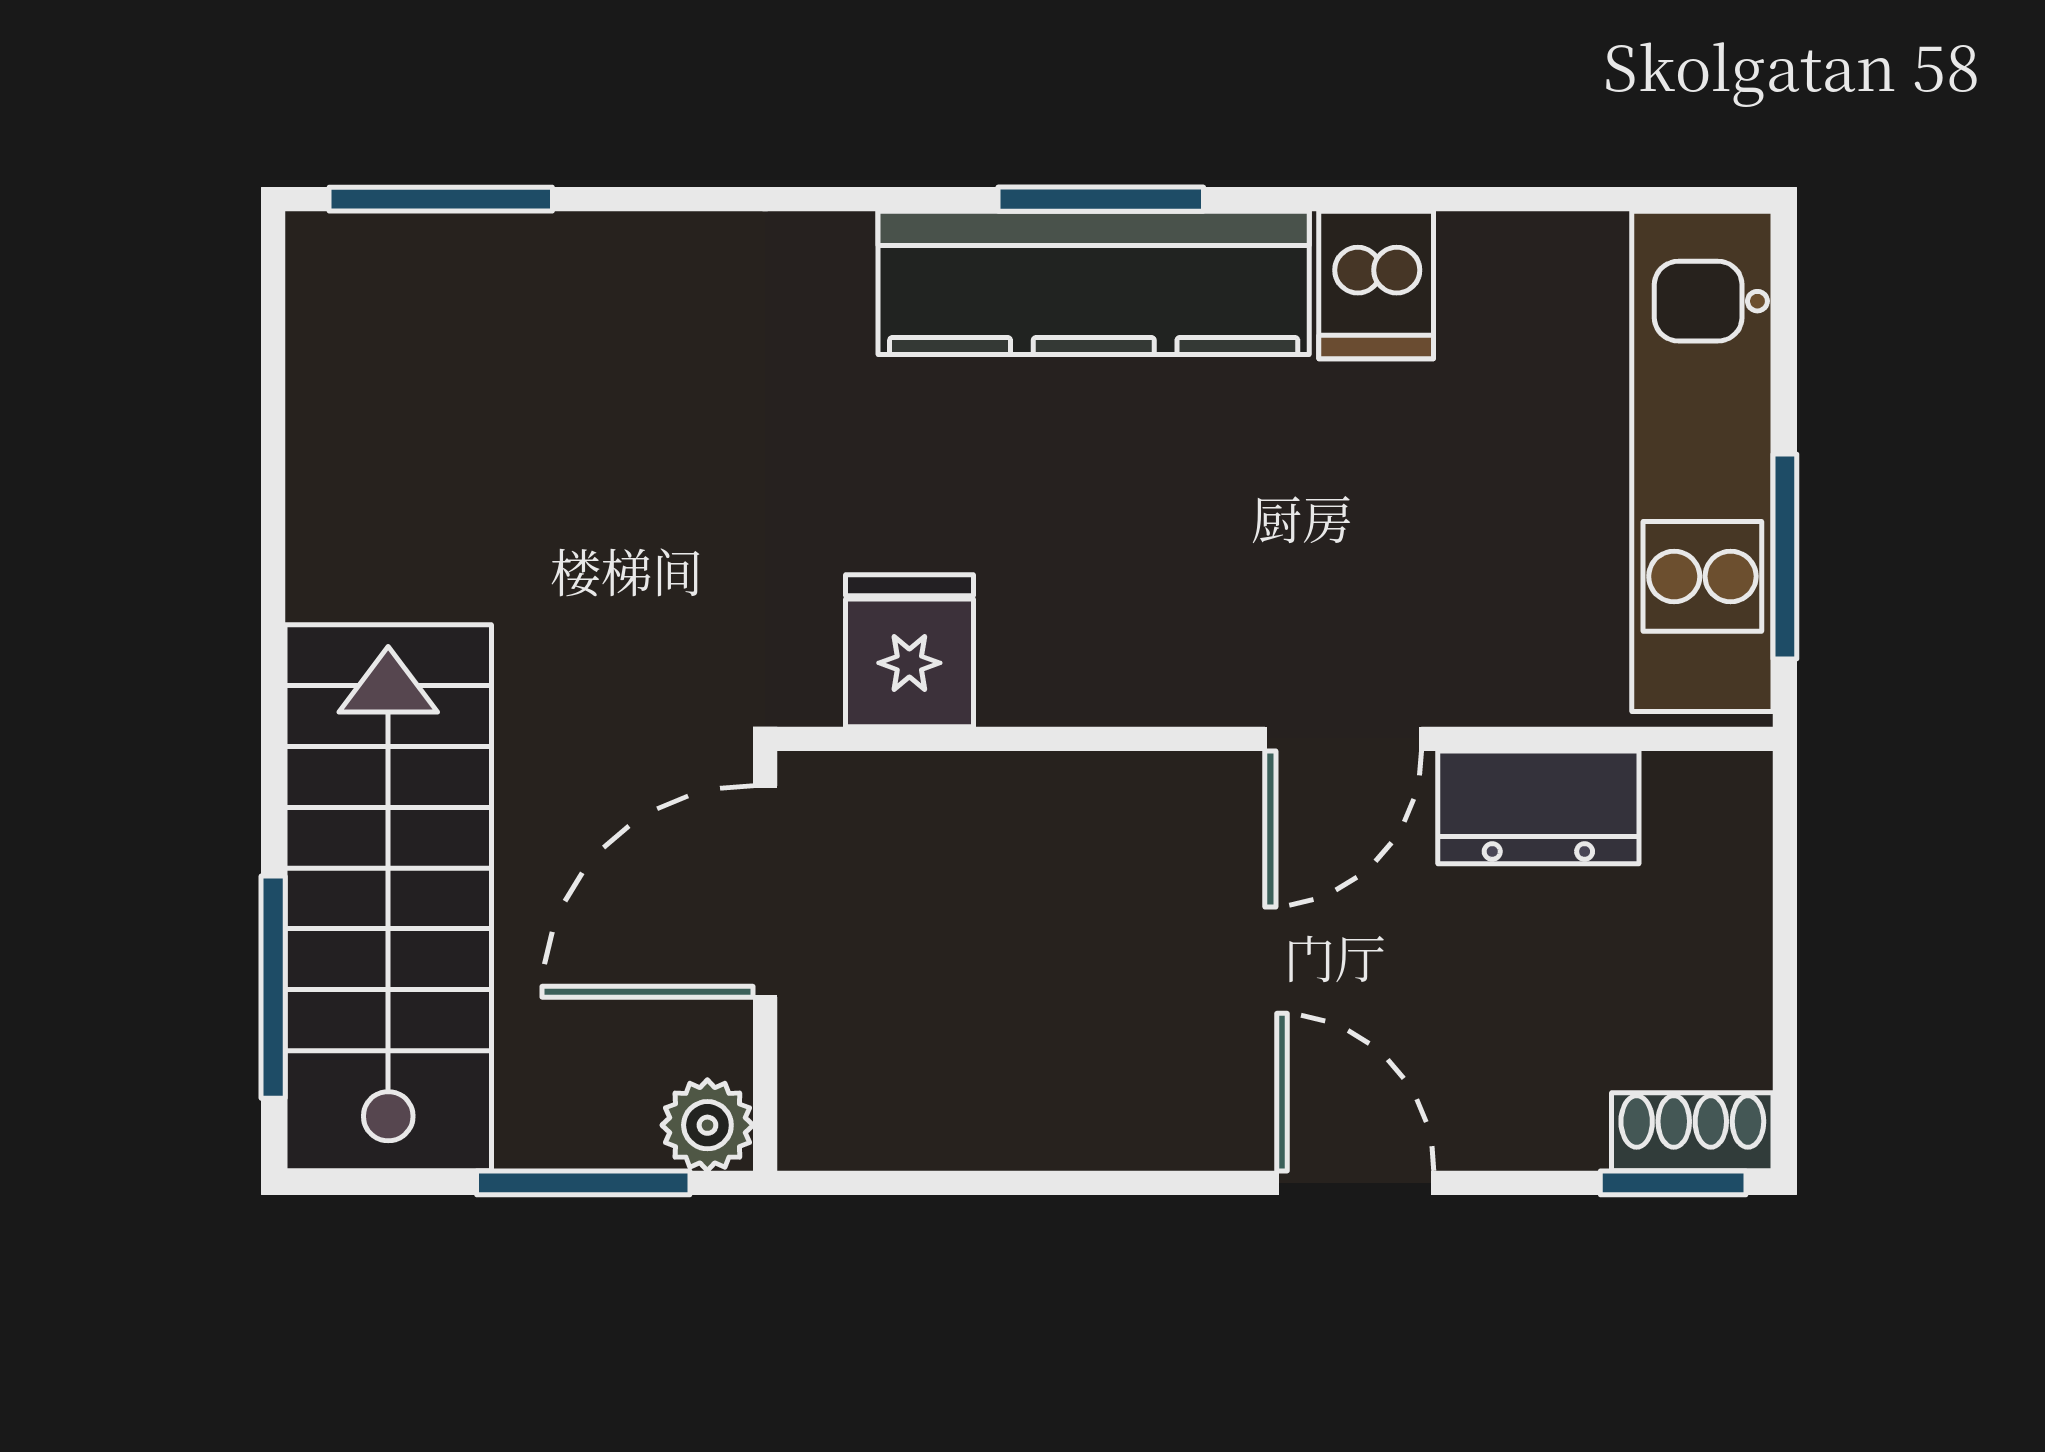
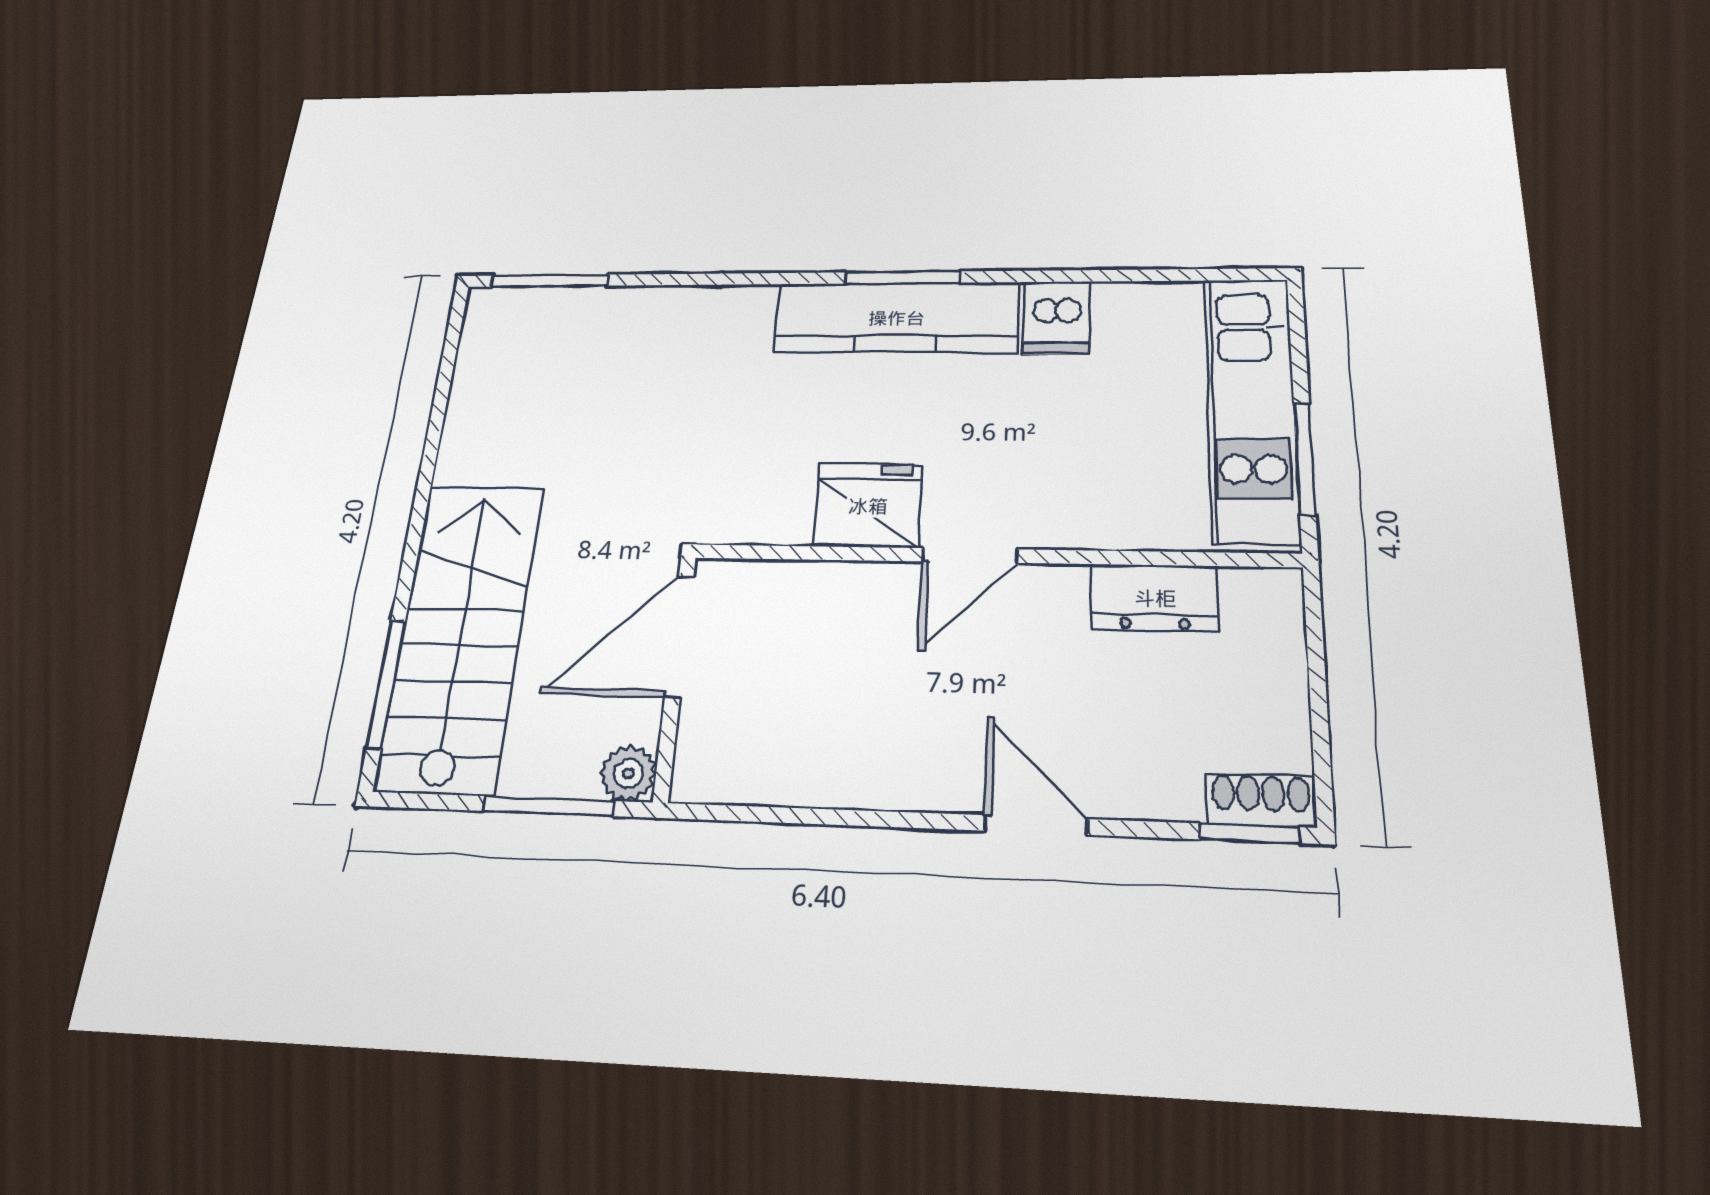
fridge: (909, 651) -> (868, 506), moved, width x1.38
door: (1343, 739) -> (970, 555), moved

